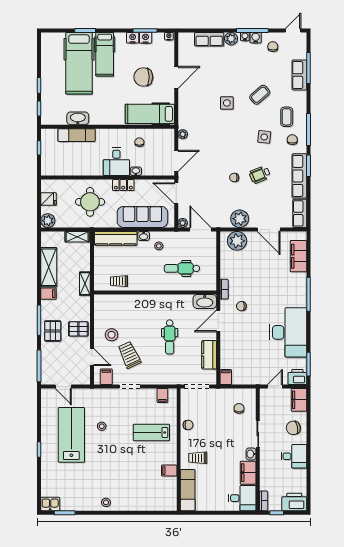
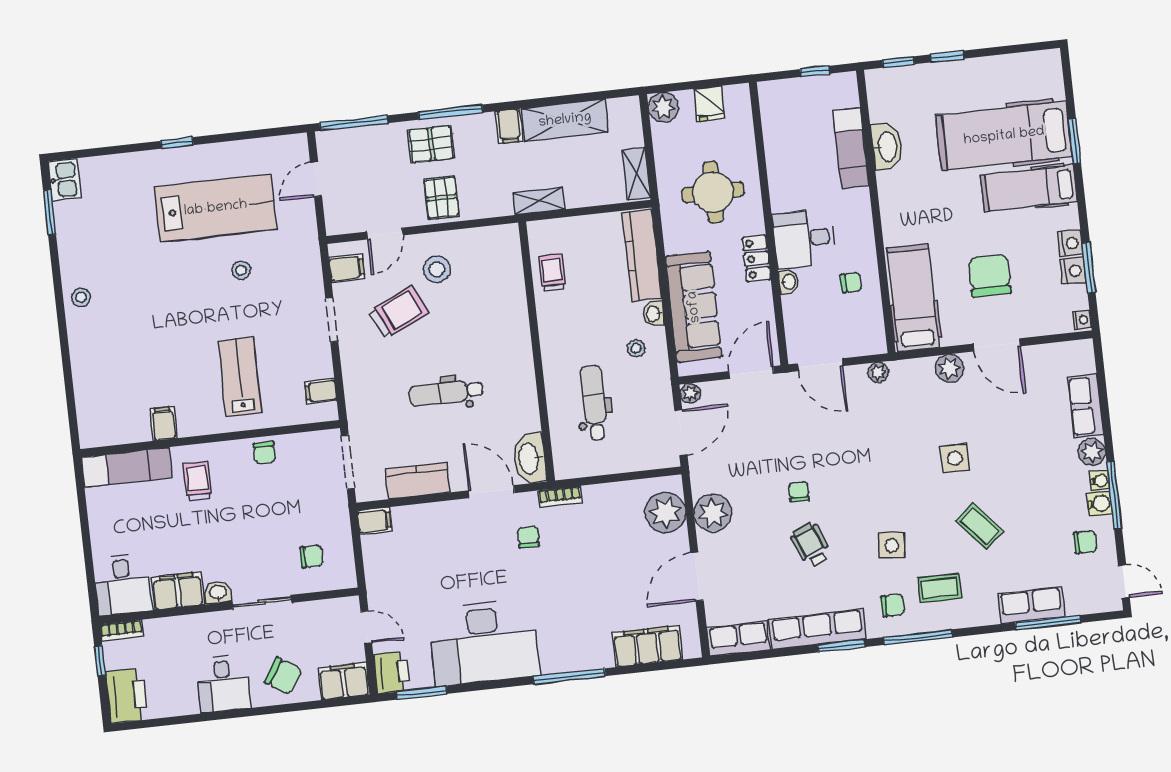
plant: (185, 101) -> (949, 368), added
chair: (293, 428) -> (283, 676), turned 134

